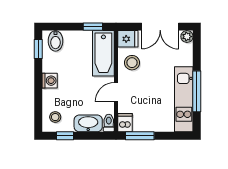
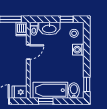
bathtub: (103, 53) -> (50, 90), moved, turned -90
stool: (132, 63) -> (16, 74), removed
washing machine: (50, 81) -> (78, 50), moved

